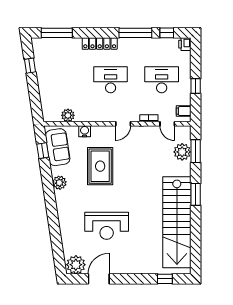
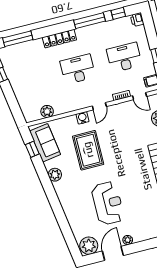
water cooler: (85, 131) -> (82, 118), moved
reception desk: (107, 226) -> (108, 203), turned -90
plant: (117, 269) -> (128, 240), added

